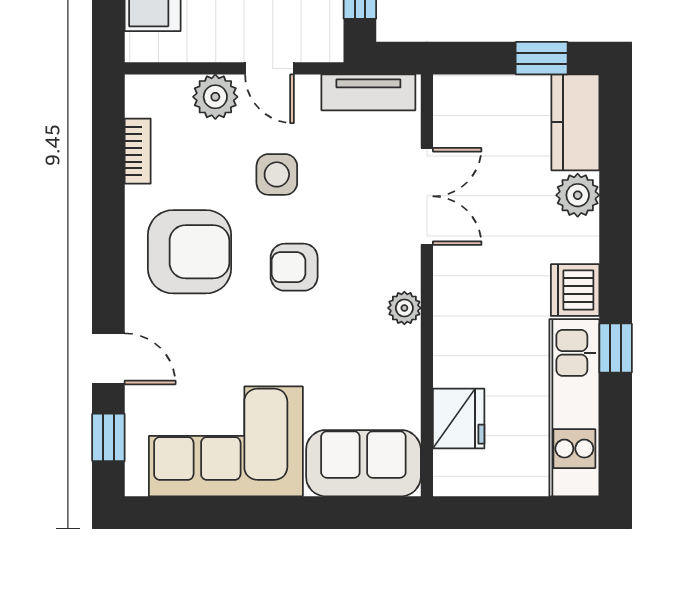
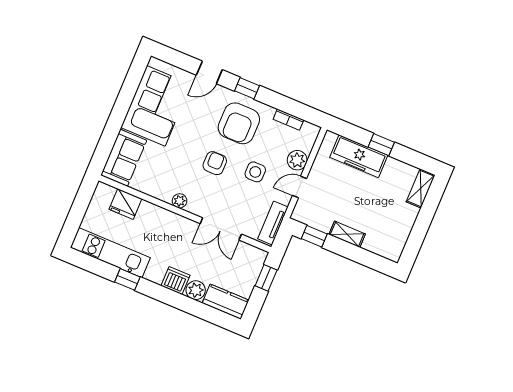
window: (542, 58) -> (266, 278), moved
dishwasher: (575, 290) -> (176, 281), moved
window: (108, 437) -> (247, 88), moved

